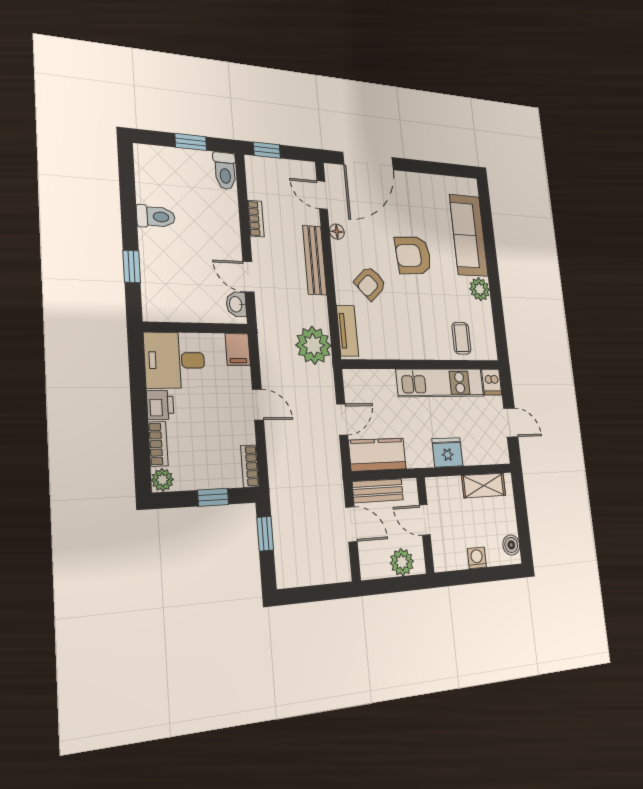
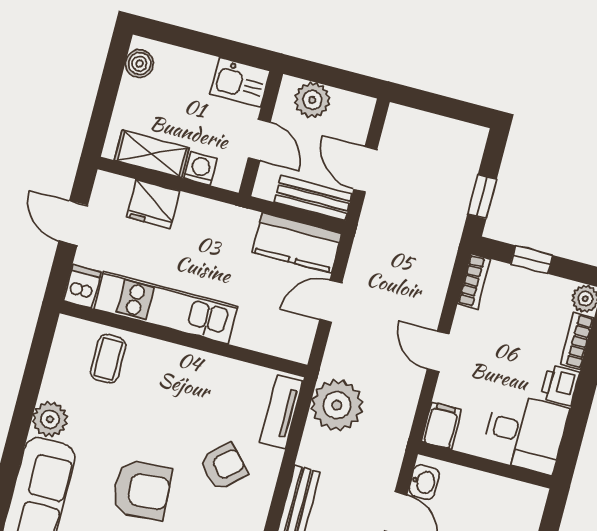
fridge: (447, 452) -> (153, 204), moved
kitchen sink: (450, 557) -> (240, 82), added
washing machine: (477, 558) -> (200, 169), moved, turned 180

